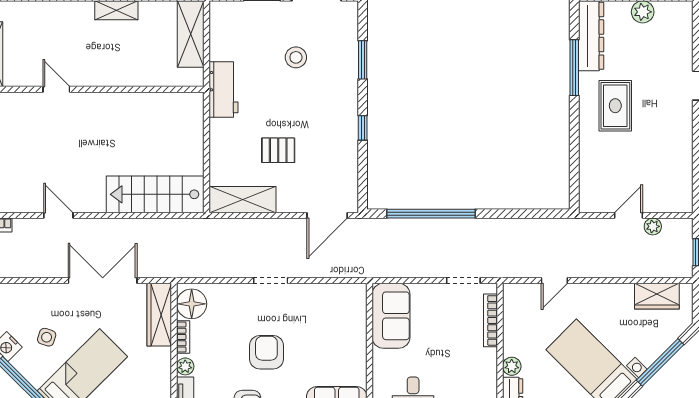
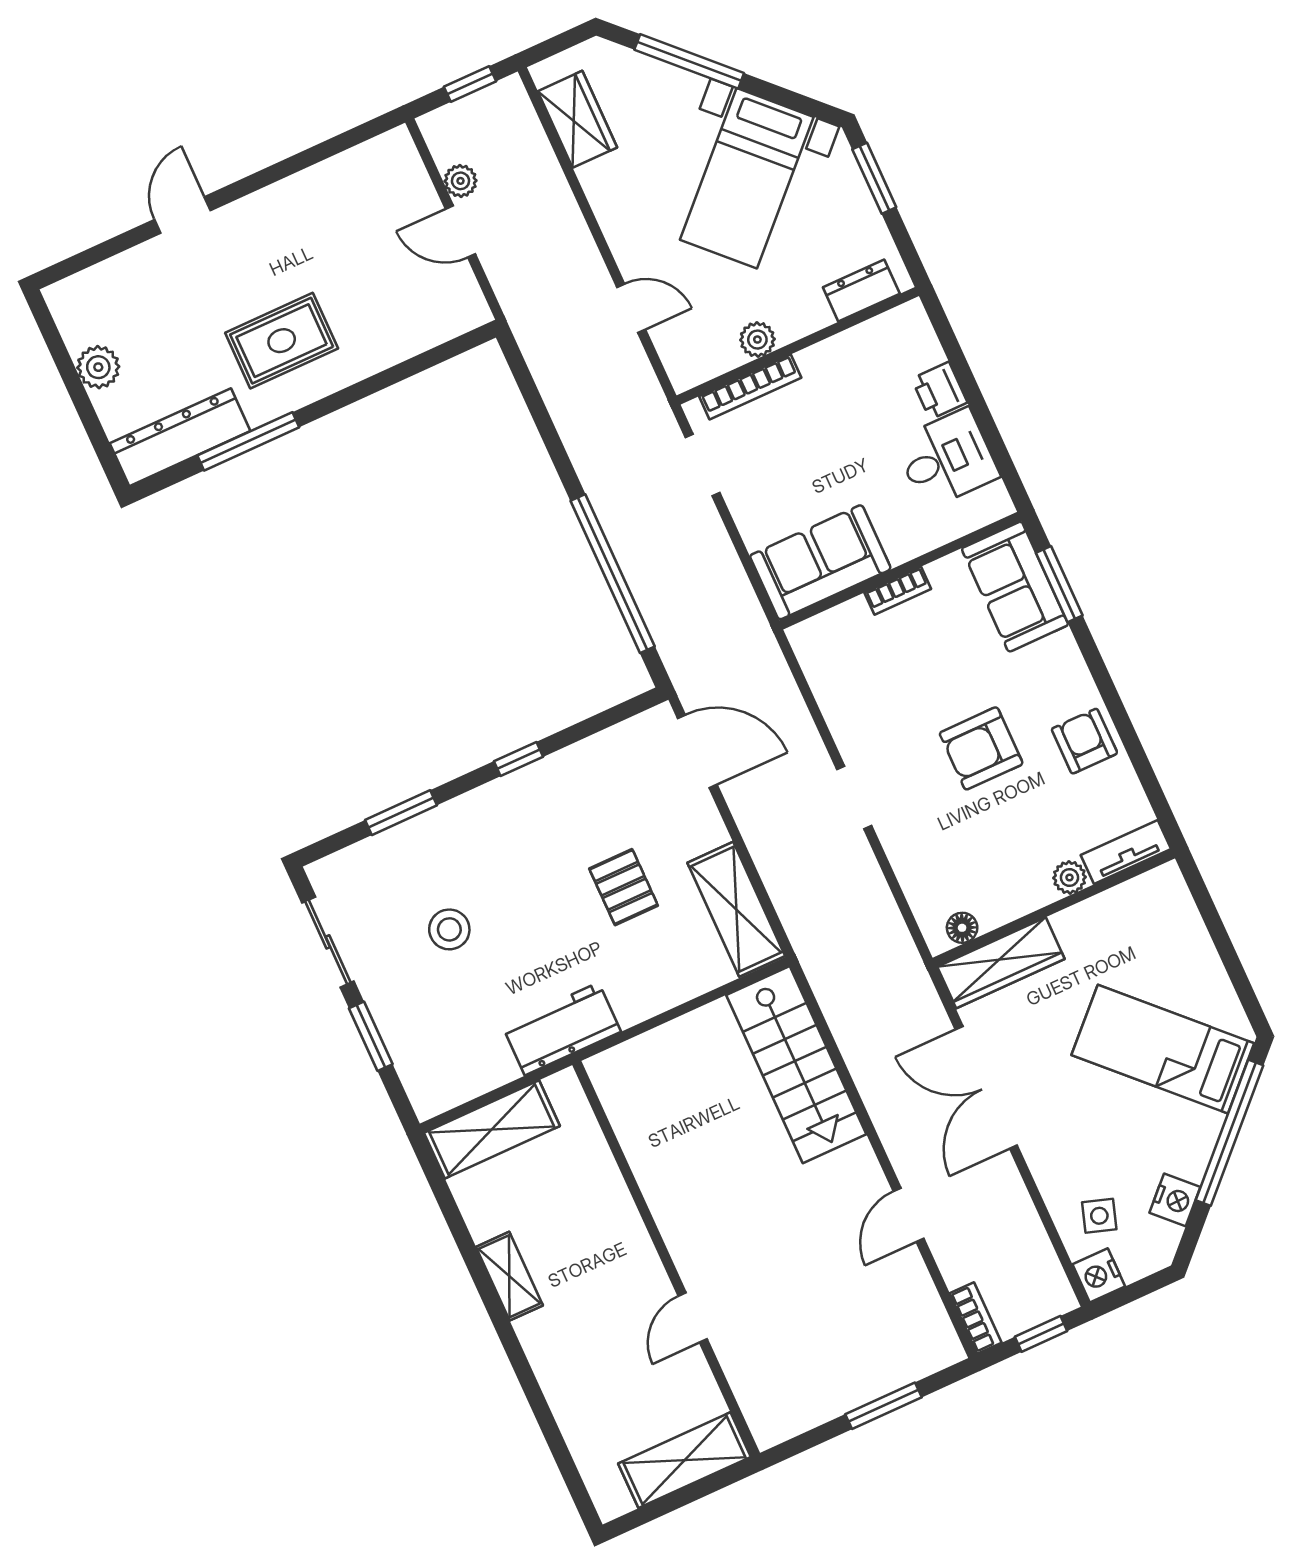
floor lamp: (192, 304) -> (962, 928), width x0.53, depth x0.53
side table: (47, 337) -> (1099, 1216), moved
bookcase: (183, 337) -> (898, 591), moved, turned 180
plant: (512, 366) -> (757, 340), moved

